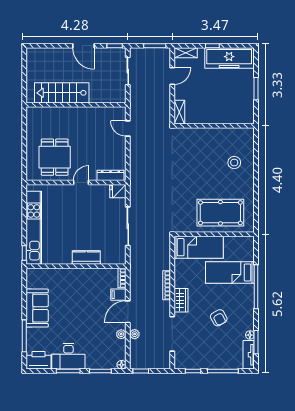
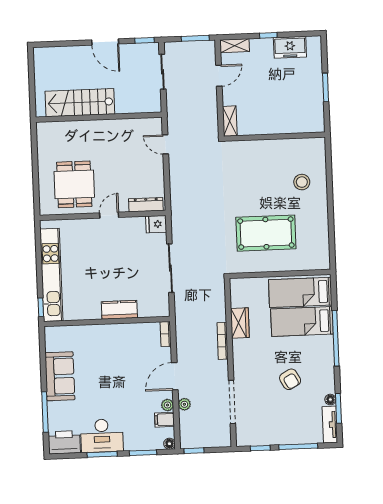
freezer: (229, 58) -> (290, 47), width x0.52, depth x0.79
pool table: (220, 213) -> (266, 233), moved
bed: (199, 247) -> (300, 292), moved, turned 180
filing cabinet: (118, 295) -> (165, 420), moved
wardrobe: (181, 300) -> (240, 323), moved

